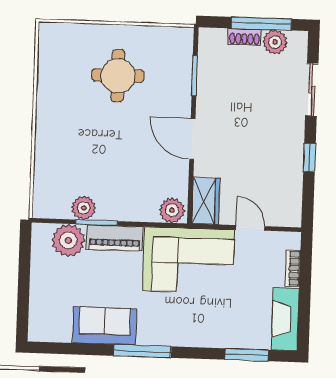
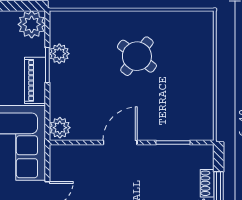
round table: (118, 76) -> (137, 56), moved, turned 37
wardrobe: (206, 201) -> (69, 156), removed
plant: (68, 240) -> (32, 24), moved

